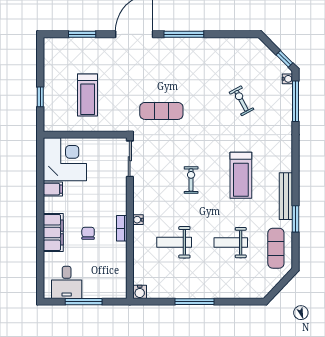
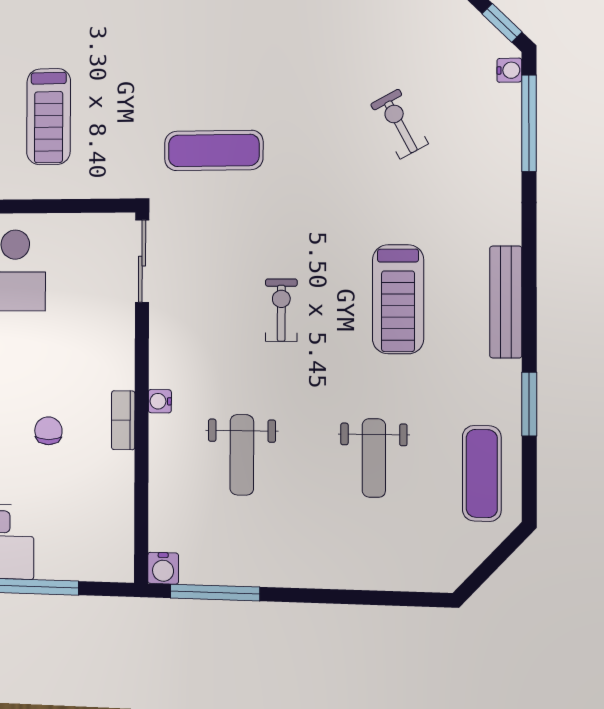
bench: (286, 196) -> (506, 302), moved
weight bench: (174, 242) -> (242, 455), turned -90
weight bench: (231, 243) -> (374, 458), turned -90
window: (195, 302) -> (215, 593), moved

